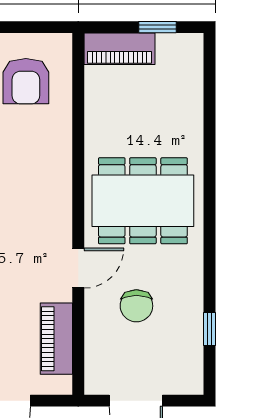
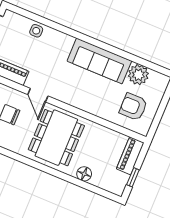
floor lamp: (189, 121) -> (84, 174), added

